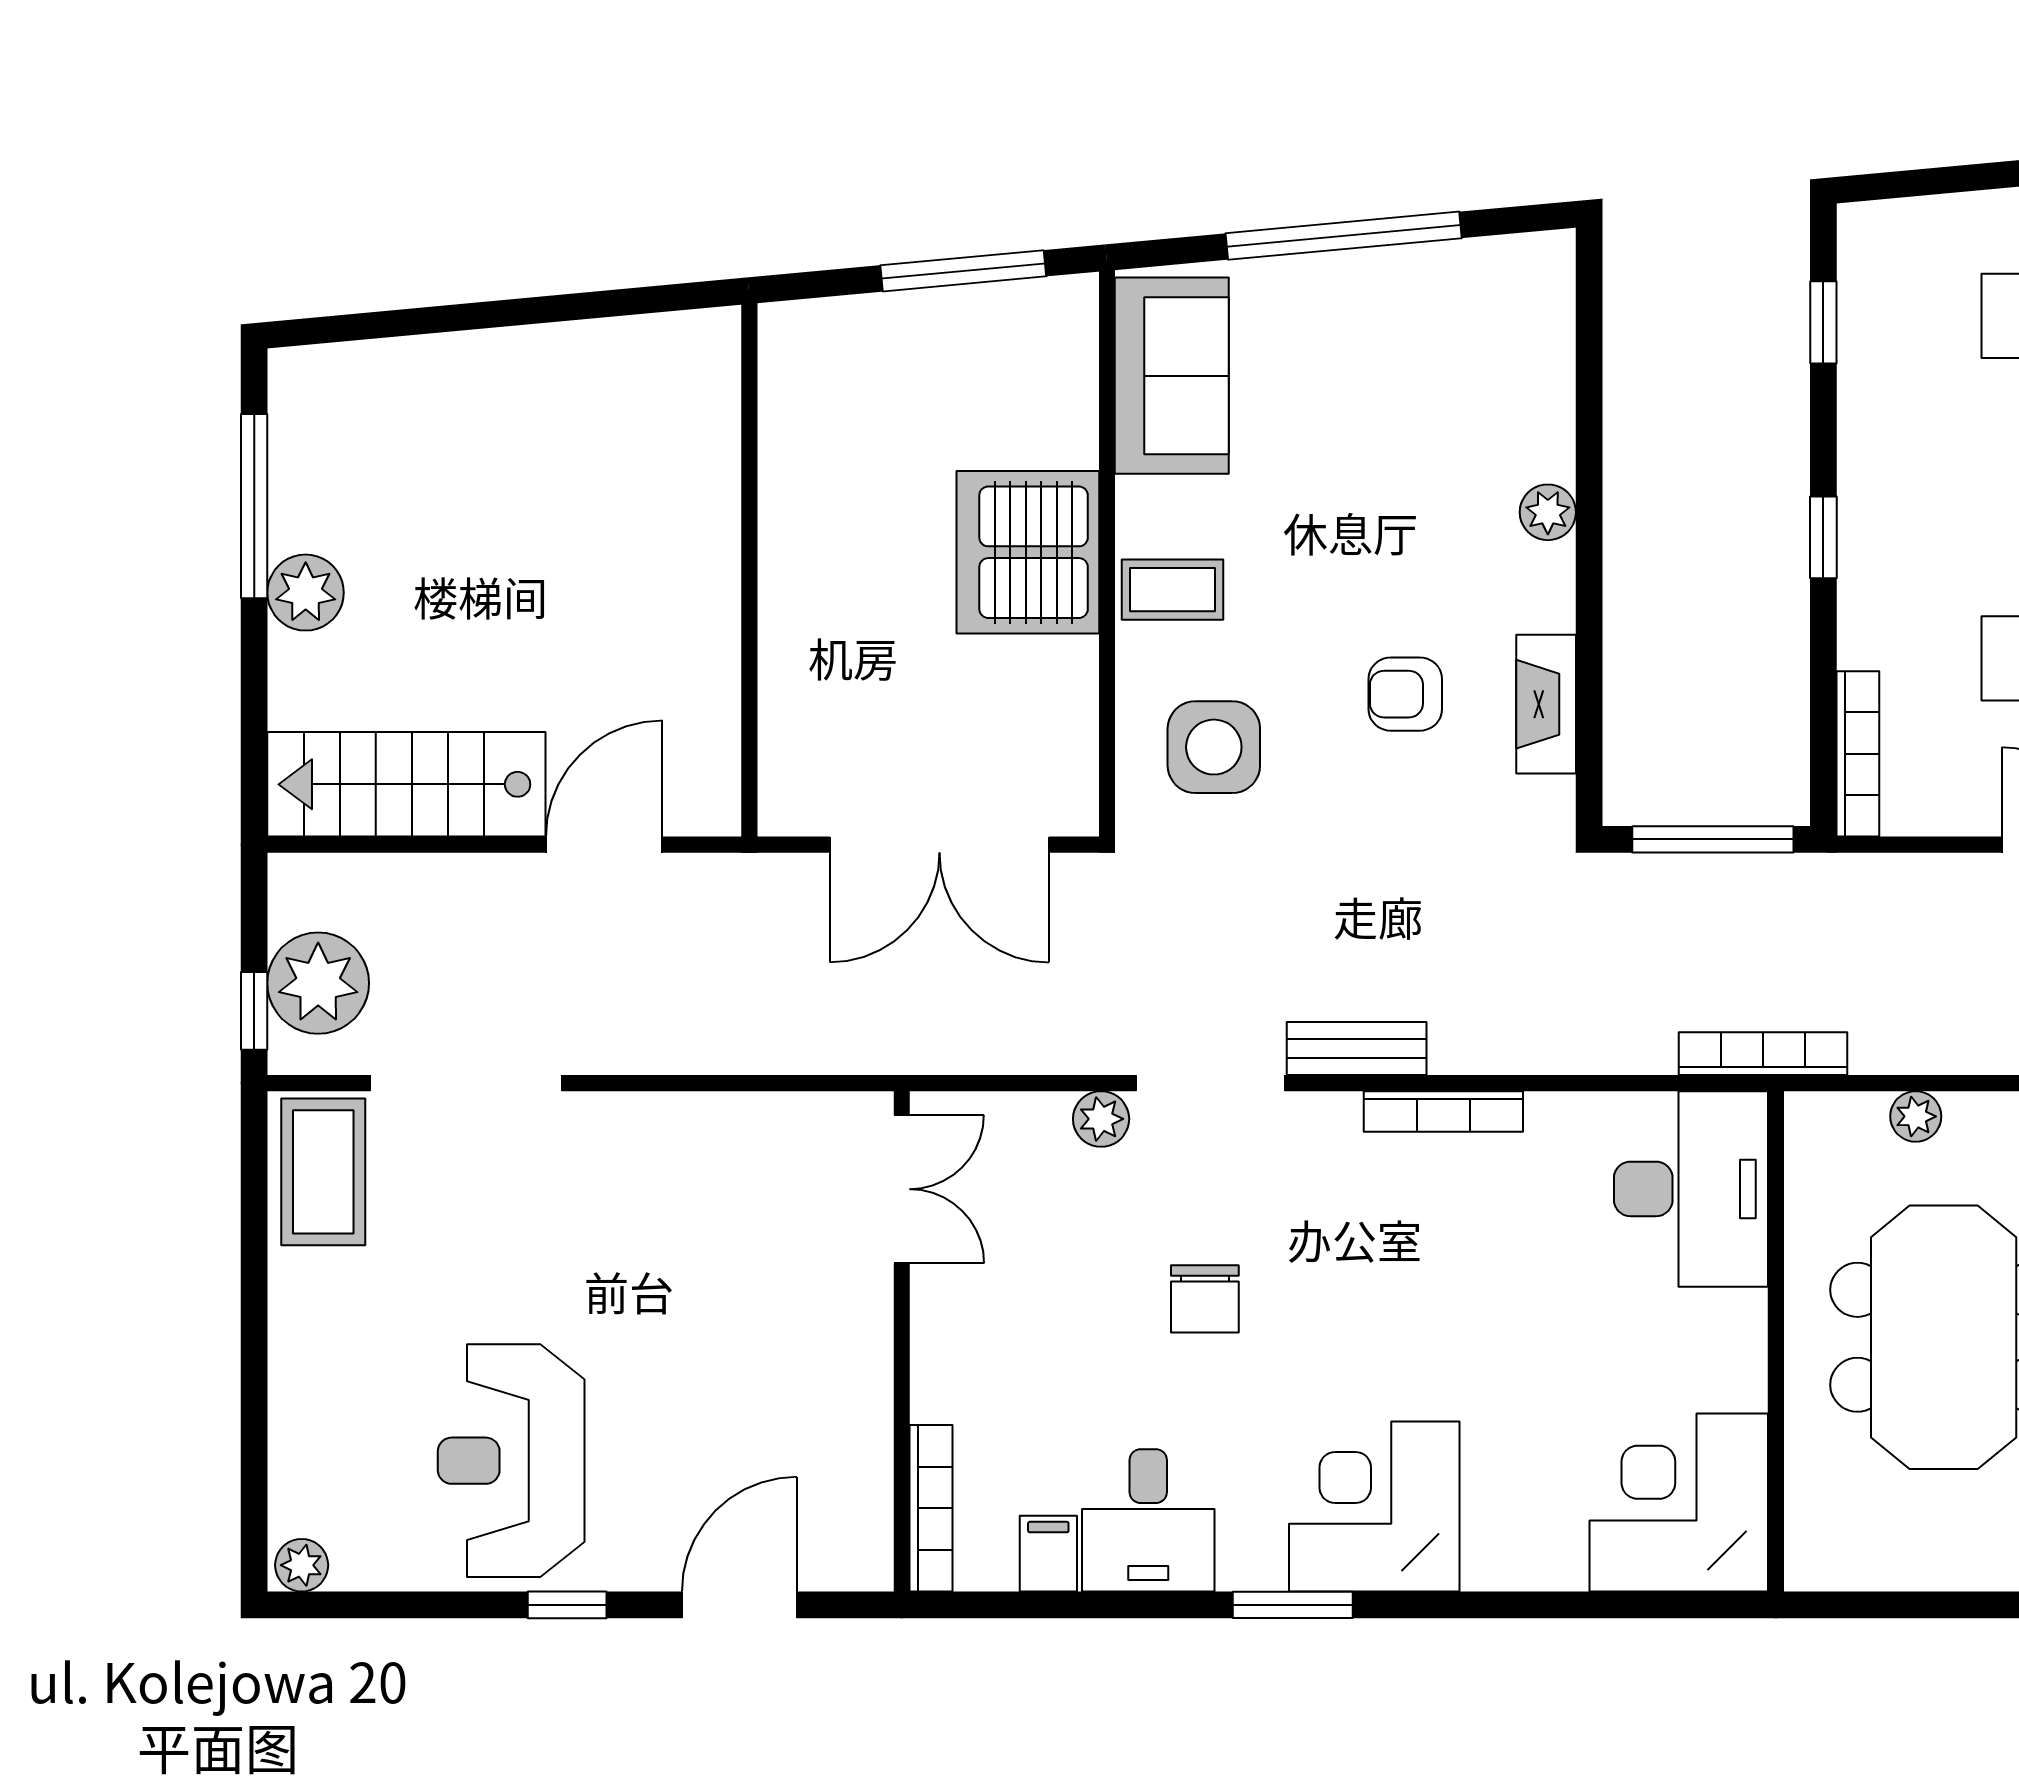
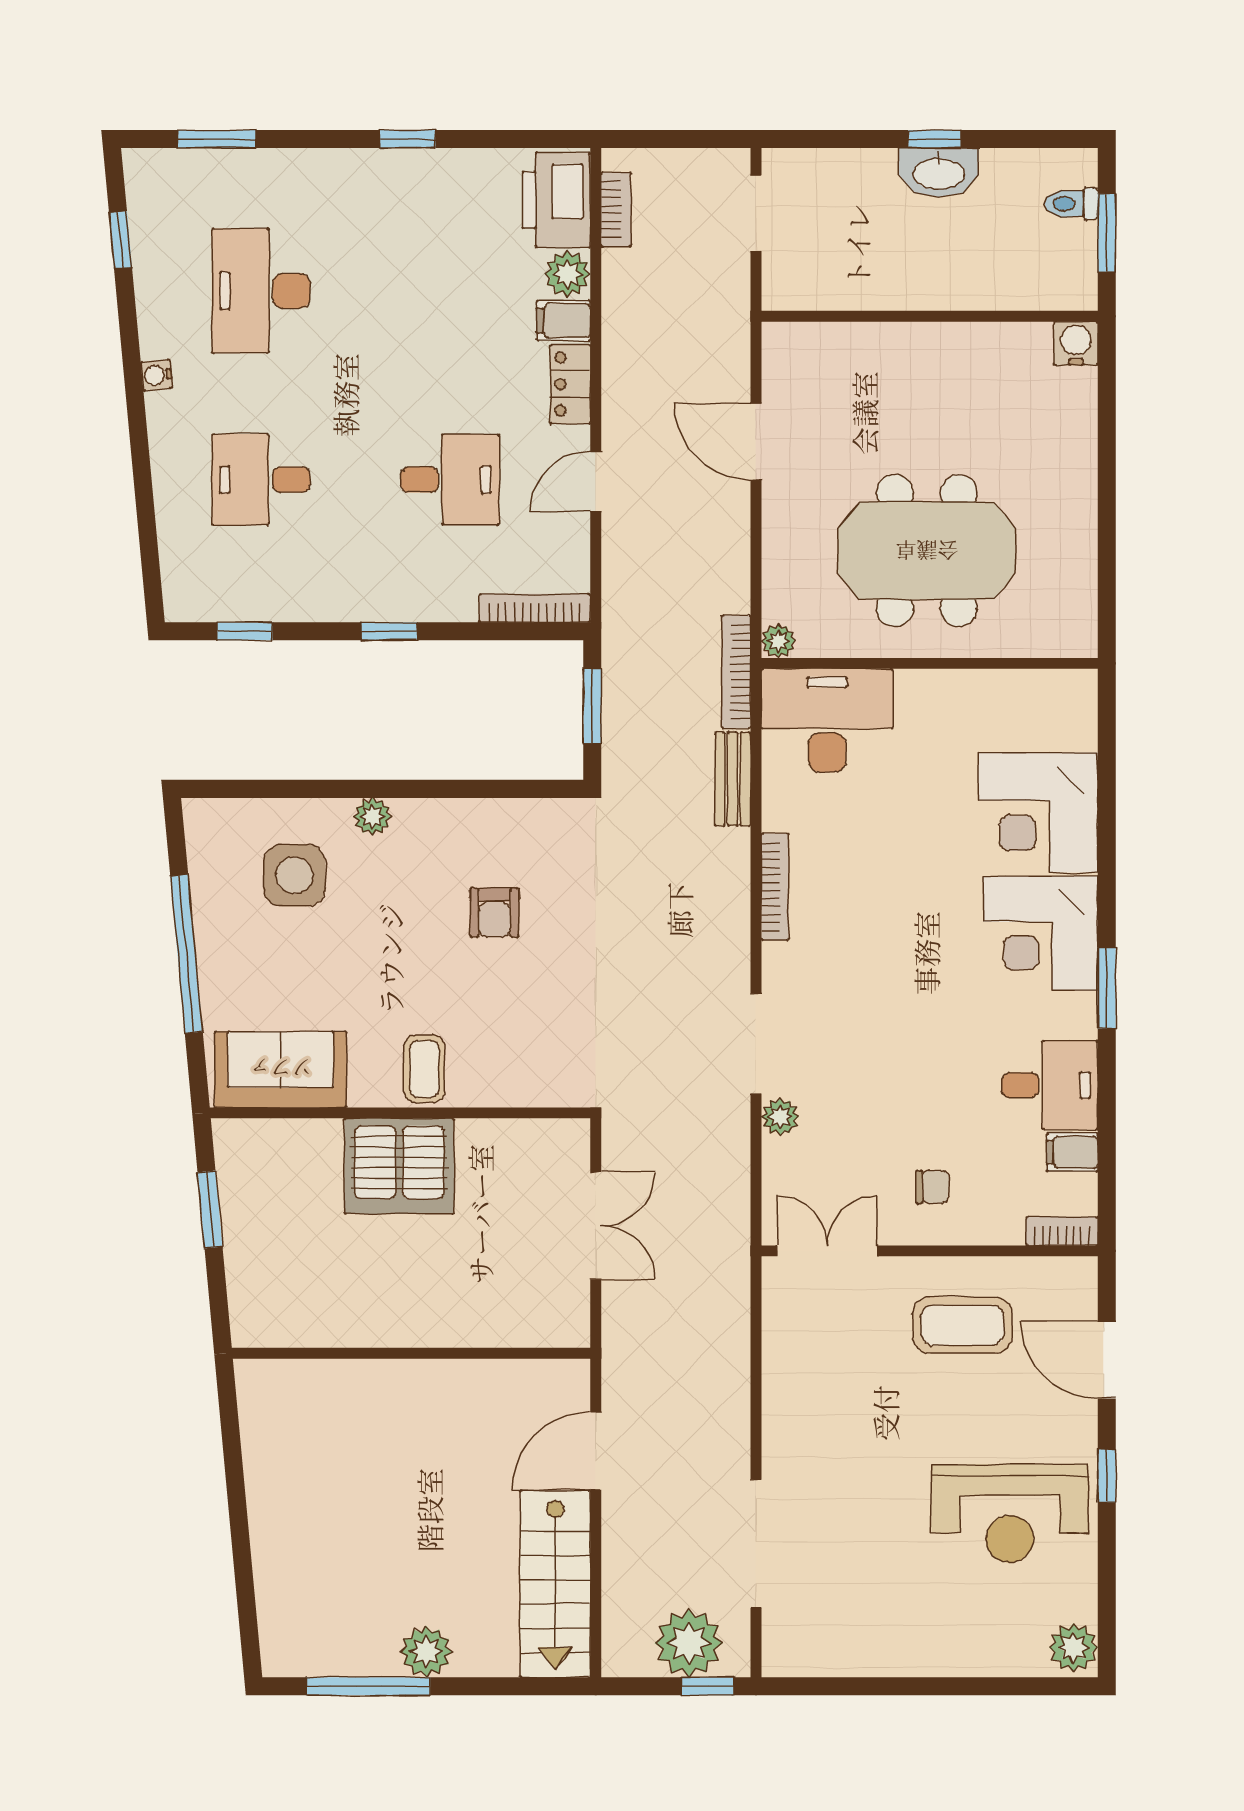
window: (963, 271) -> (210, 1210), width x0.69
fireplace: (1546, 704) -> (501, 818), removed
side table: (1214, 747) -> (294, 875), moved
window: (1713, 839) -> (592, 706), width x0.69
door: (604, 845) -> (596, 1451), hinge flipped
double door: (939, 845) -> (596, 1226), width x0.73
bench: (1357, 1048) -> (733, 779), moved
plant: (1916, 1116) -> (778, 641), moved
coffee table: (323, 1172) -> (962, 1325), moved
chair: (1205, 1299) -> (932, 1187), moved, width x0.73, depth x0.73
corner desk: (1679, 1503) -> (1038, 813), moved
bookcase: (931, 1508) -> (1062, 1231), width x0.64
plant: (302, 1565) -> (1073, 1648), width x1.38, depth x1.38

